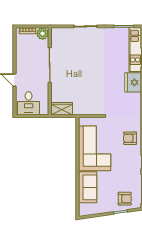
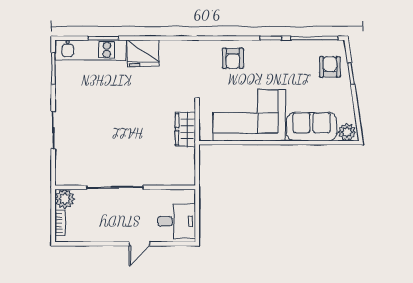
wardrobe: (62, 109) -> (185, 129), moved
plant: (84, 209) -> (347, 132), added

